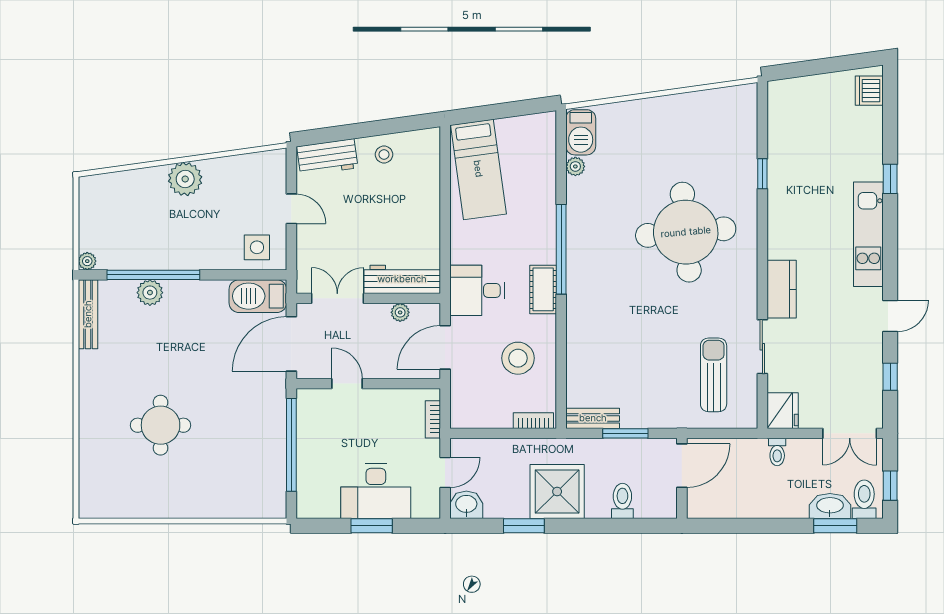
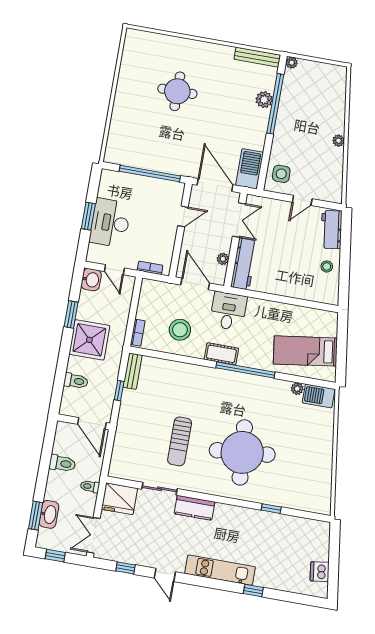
dishwasher: (869, 91) -> (320, 572), moved, turned -98
bed: (478, 169) -> (305, 351), moved
plant: (185, 179) -> (339, 141), width x0.53, depth x0.53
sun lounger: (714, 375) -> (180, 441), moved, turned 90
fridge: (783, 411) -> (120, 499), width x1.36, depth x1.34
window: (625, 433) -> (119, 391), width x0.67
toilet: (864, 499) -> (62, 463), moved

